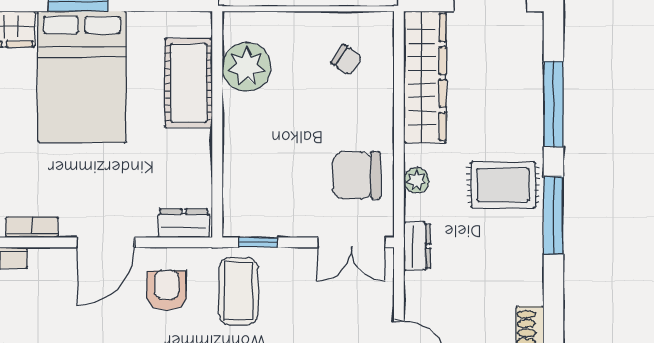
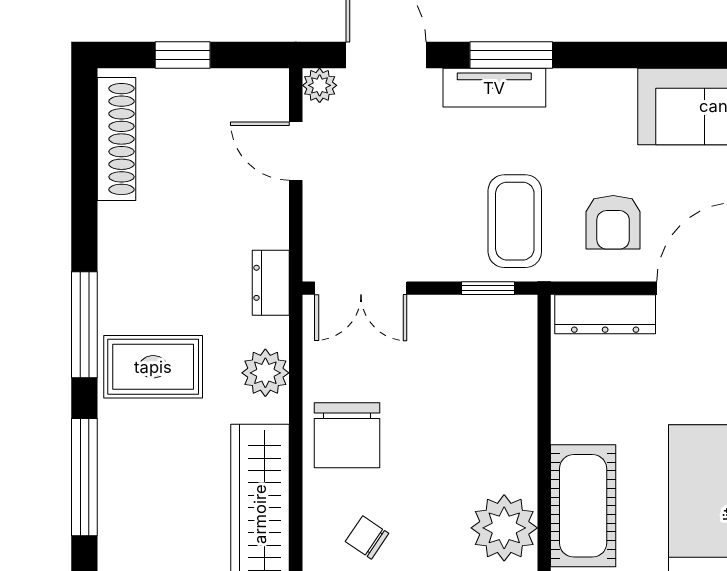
chair: (357, 175) -> (347, 435), moved, turned 90
plant: (416, 180) -> (265, 373), width x1.38, depth x1.38
dresser: (184, 223) -> (605, 314), width x1.44
double door: (351, 242) -> (361, 288), swing flipped

